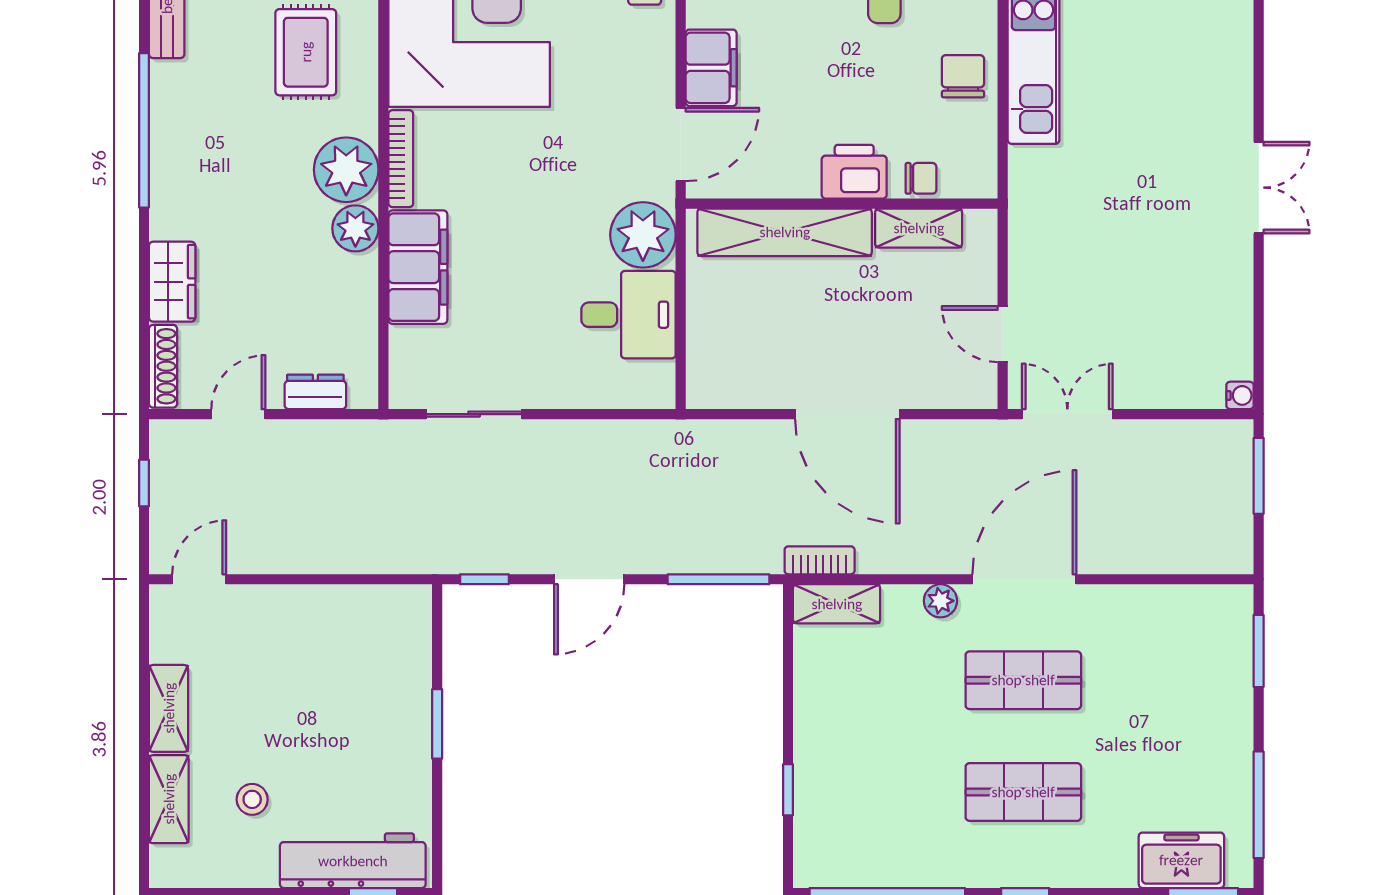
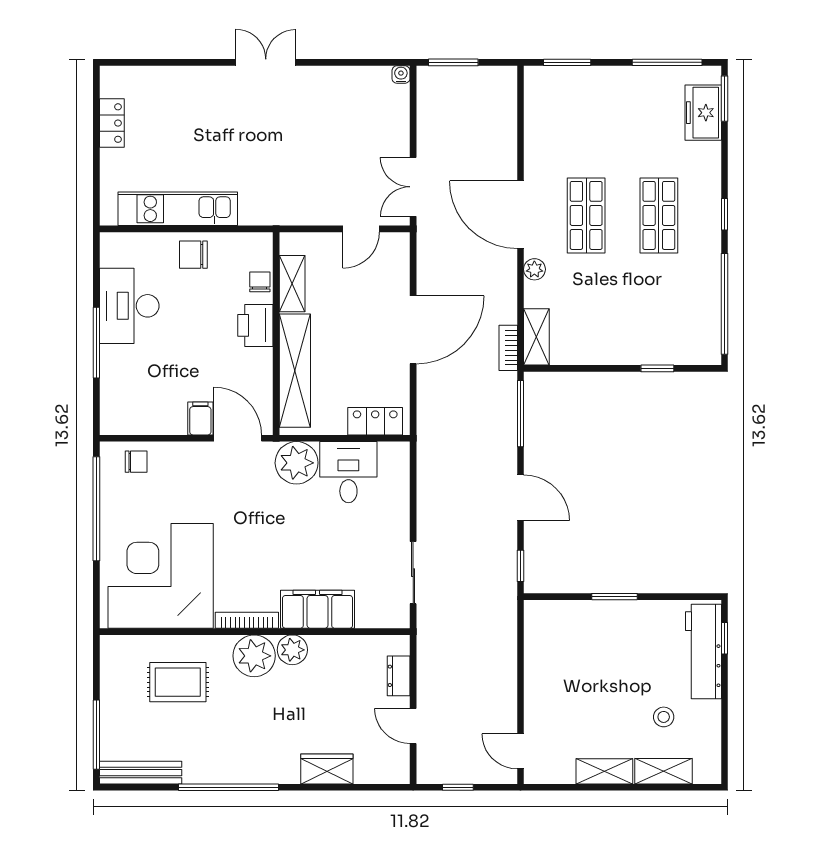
filing cabinet: (711, 68) -> (200, 418), width x0.50
locker: (707, 356) -> (375, 421), added
shoe rack: (163, 366) -> (382, 775), removed

